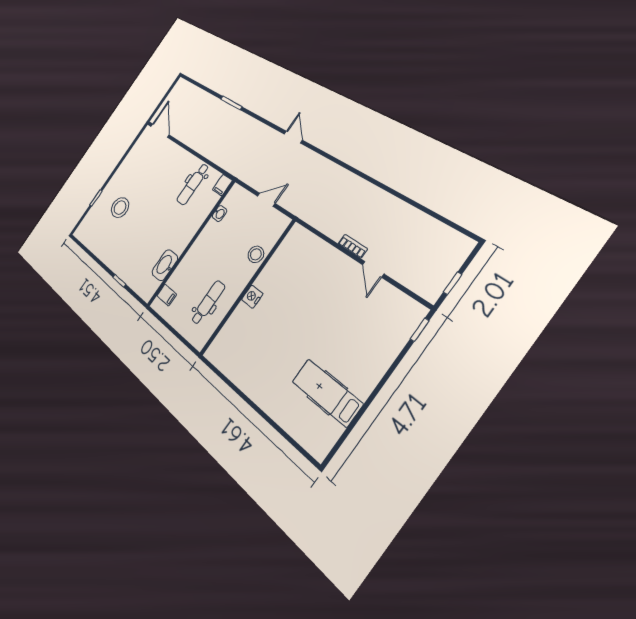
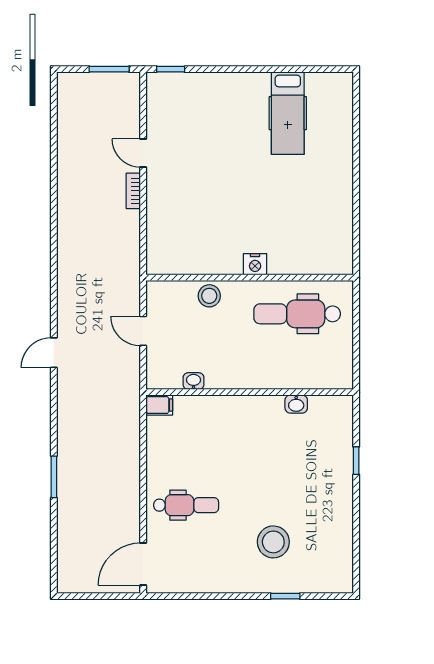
dental chair: (193, 184) -> (186, 505), moved
washbasin: (165, 265) -> (296, 404), width x0.52, depth x0.69
door: (373, 269) -> (143, 153), swing flipped
window: (453, 283) -> (109, 69), width x1.50
filing cabinet: (167, 295) -> (326, 376), removed
dental chair: (208, 303) -> (297, 314), width x1.36, depth x1.38

